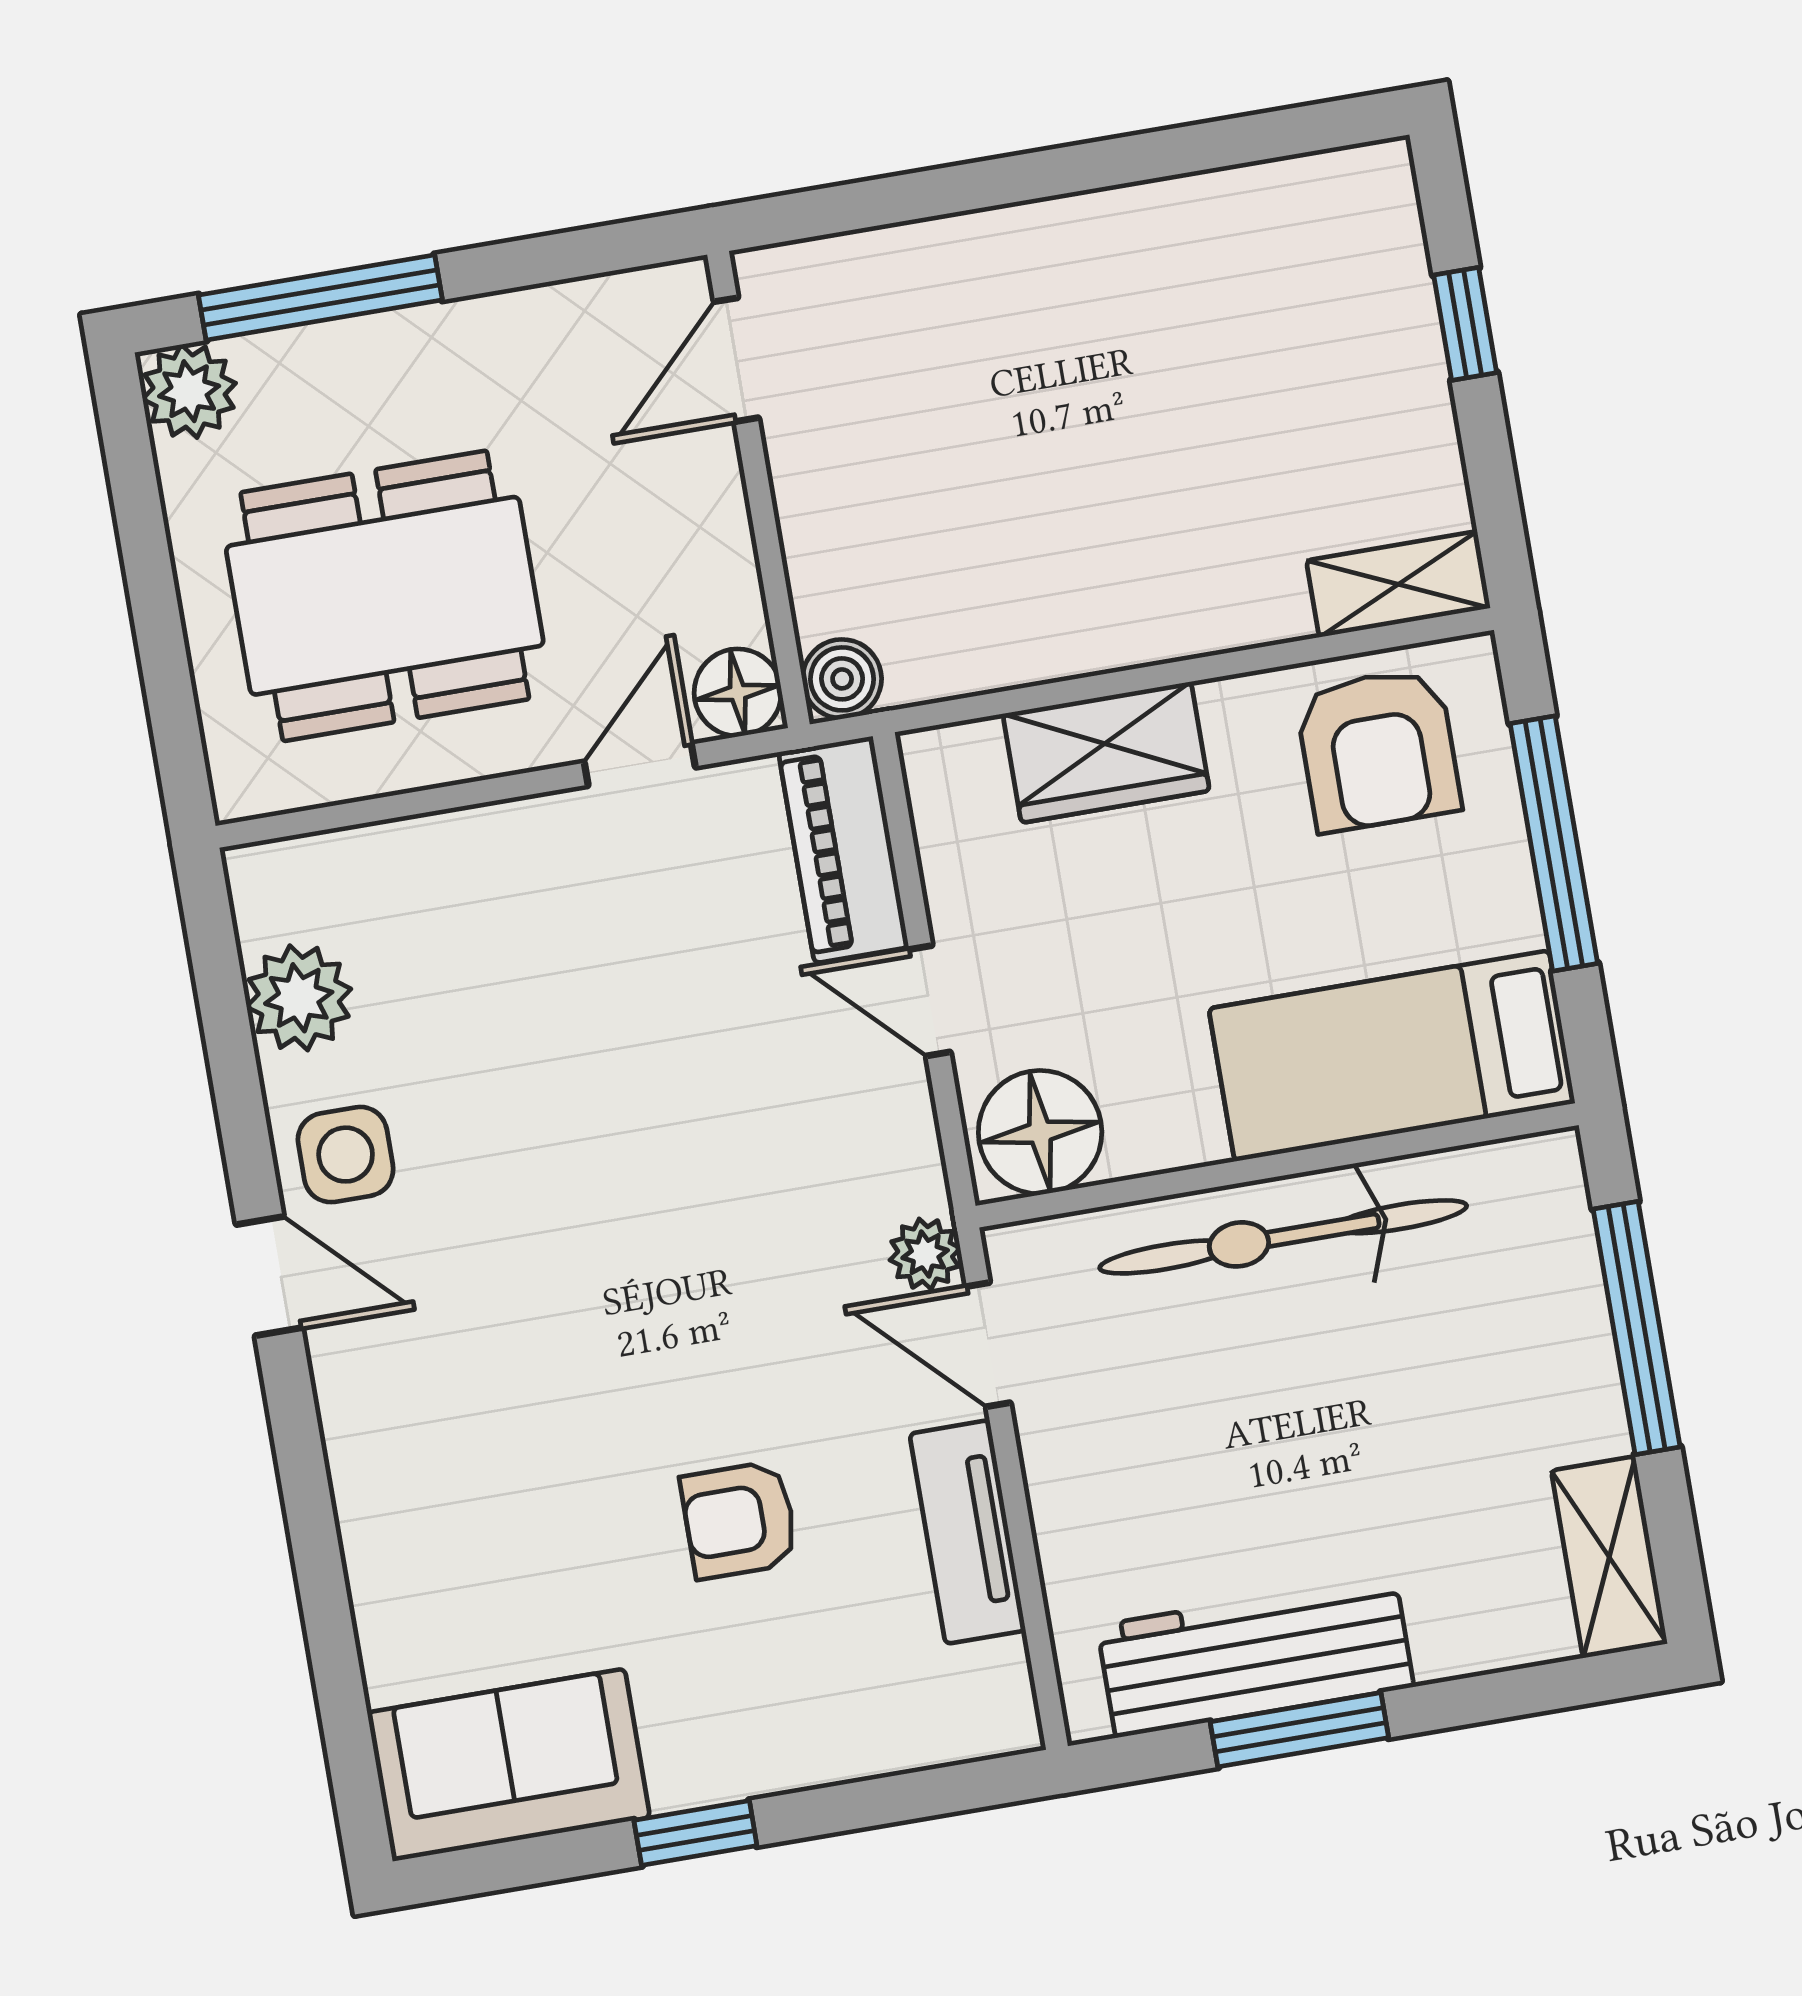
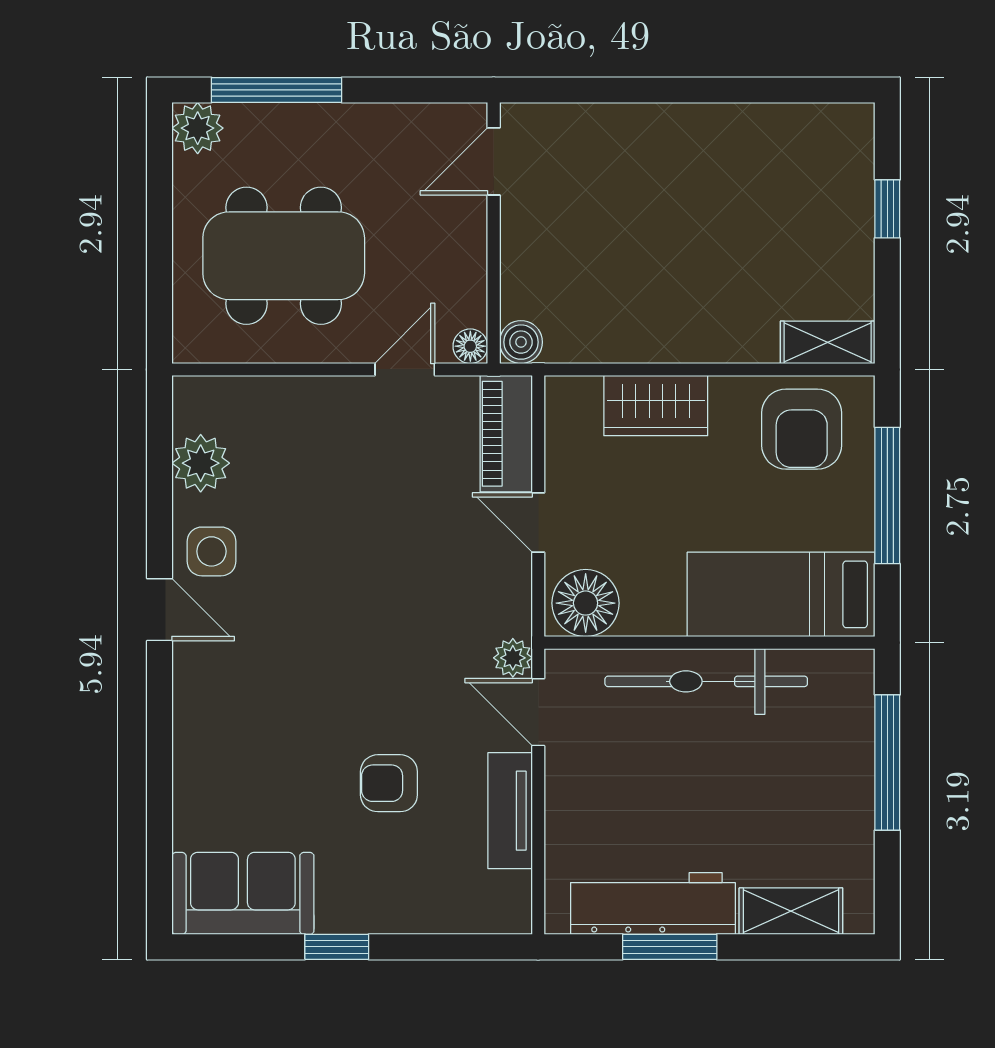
floor lamp: (738, 693) -> (470, 346), width x0.73, depth x0.73
shelving: (1609, 1557) -> (791, 911), moved, turned 90

